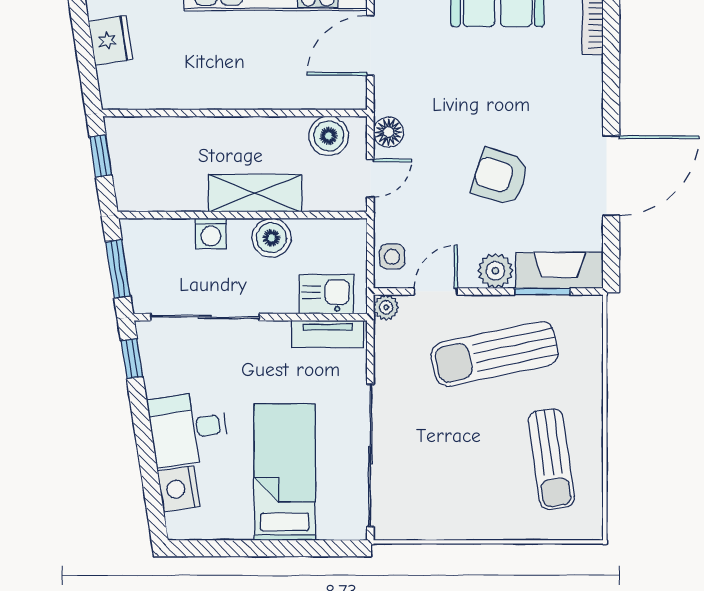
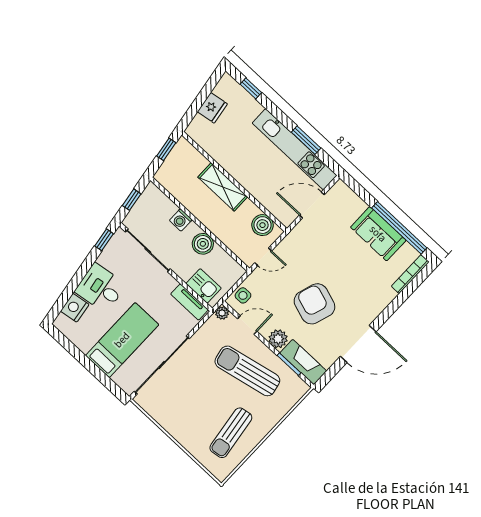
floor lamp: (389, 132) -> (287, 246), removed
armchair: (500, 177) -> (314, 304), width x1.36, depth x1.36
shelving: (255, 193) -> (223, 187), moved
window: (118, 269) -> (132, 200), width x0.67

